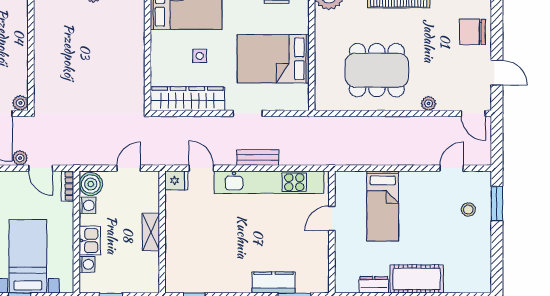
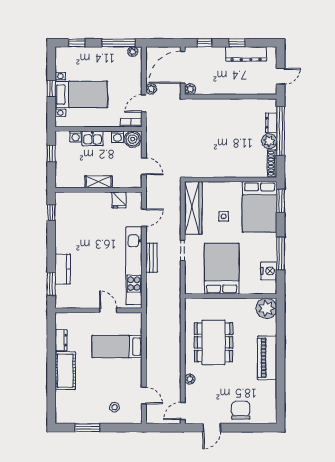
fridge: (176, 180) -> (119, 200), moved
window: (497, 204) -> (87, 428), moved

